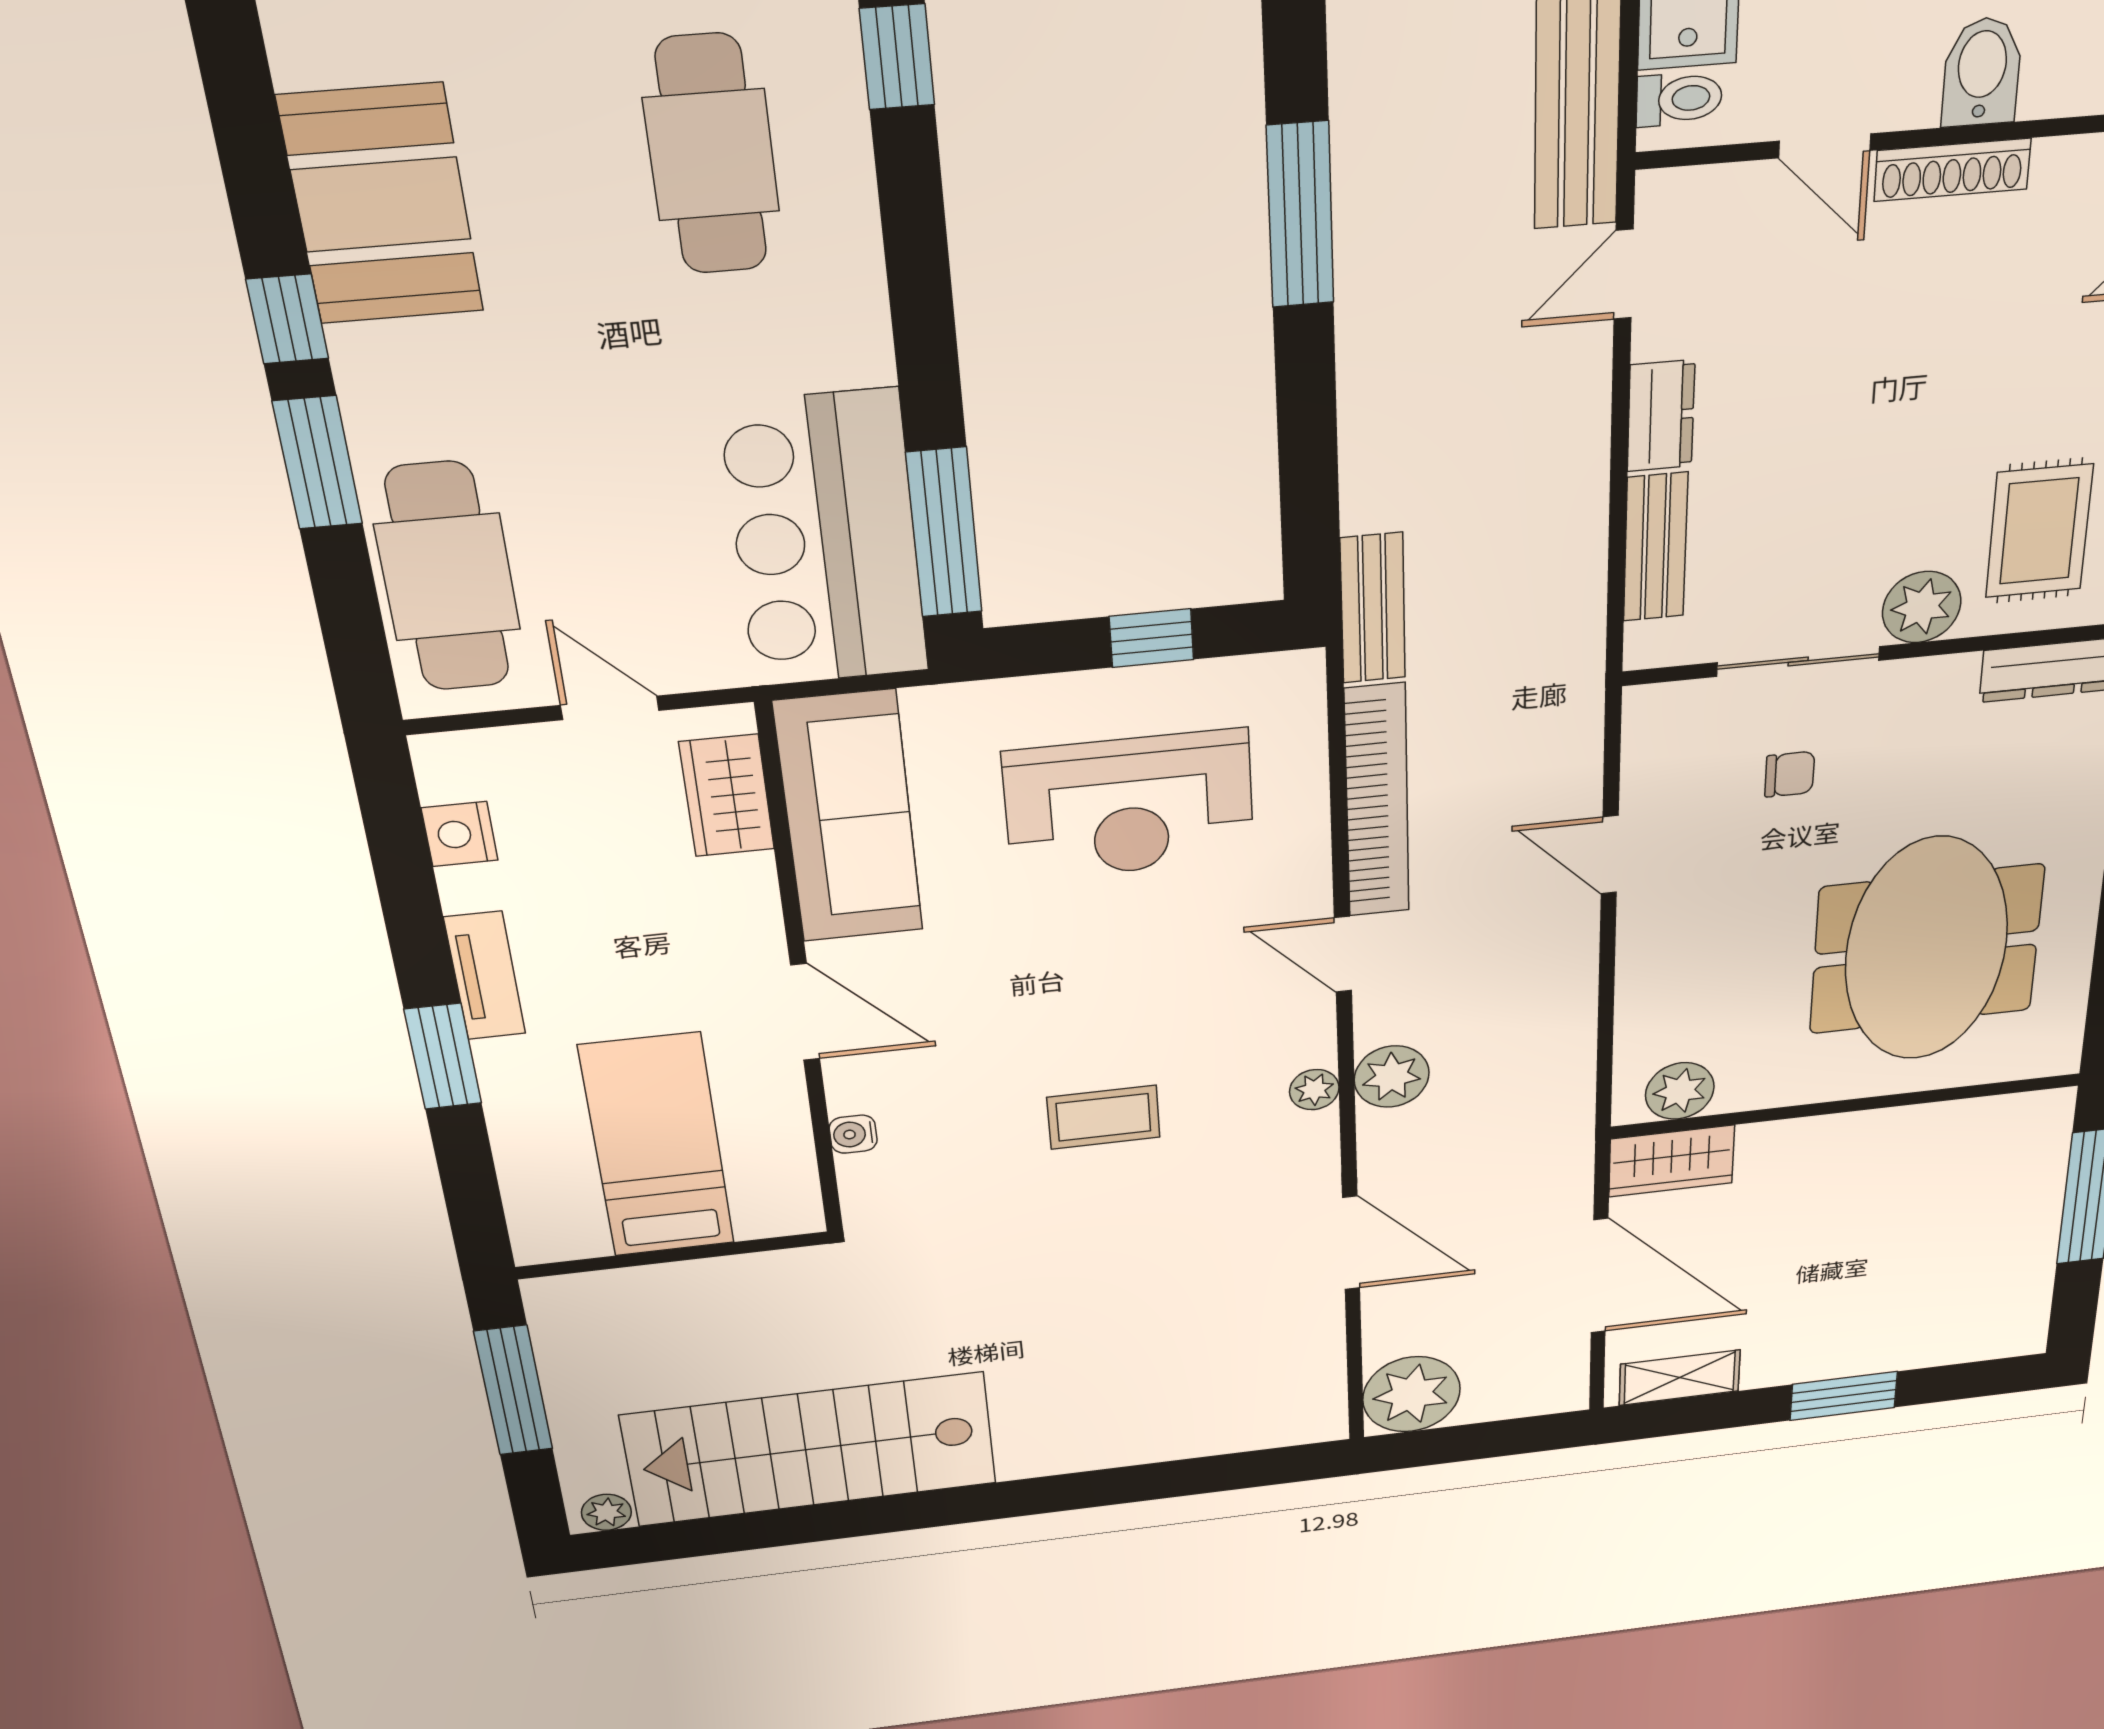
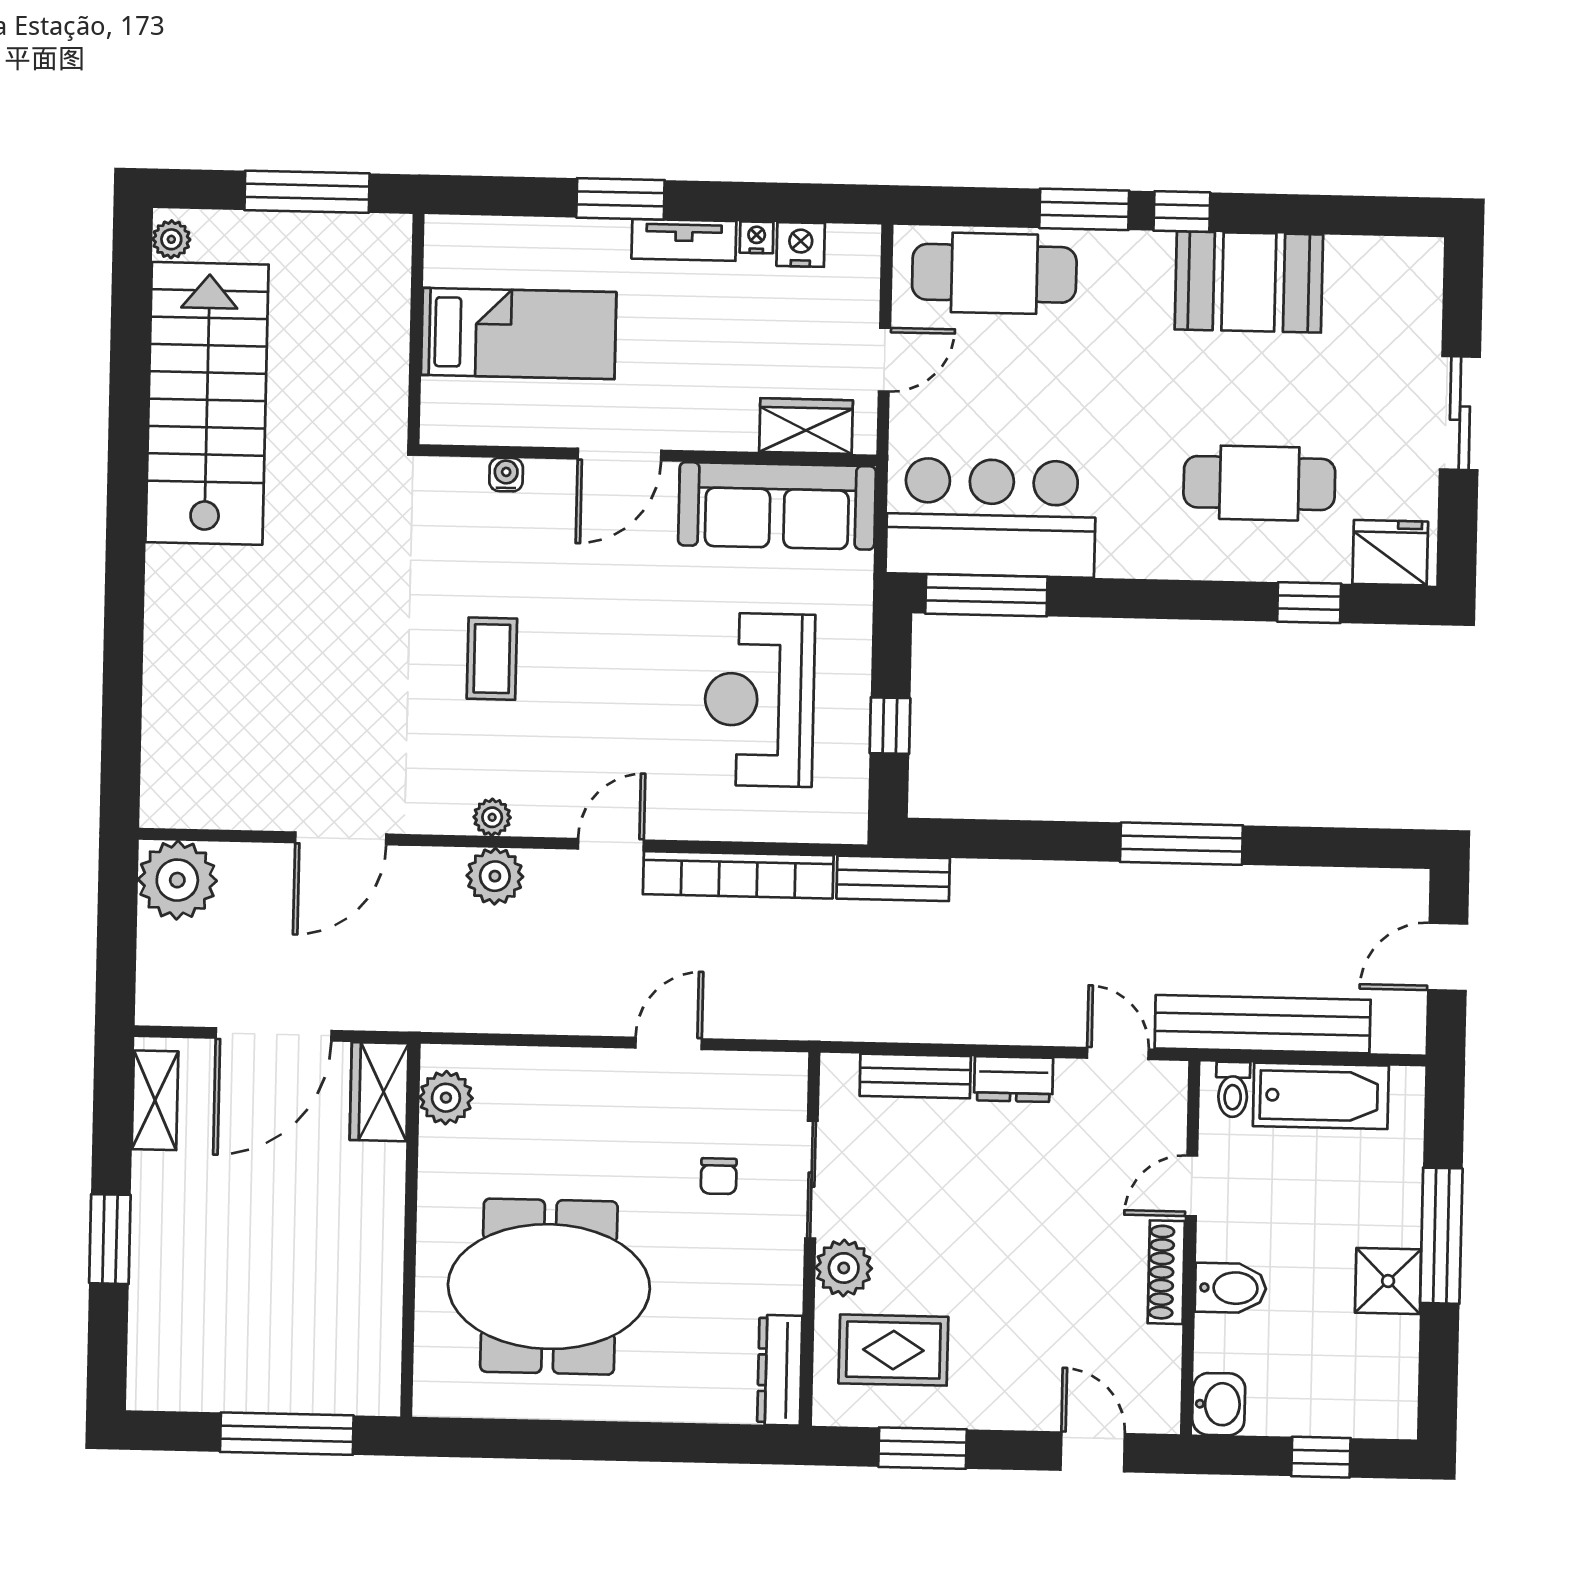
nightstand: (461, 889) -> (757, 237), added

